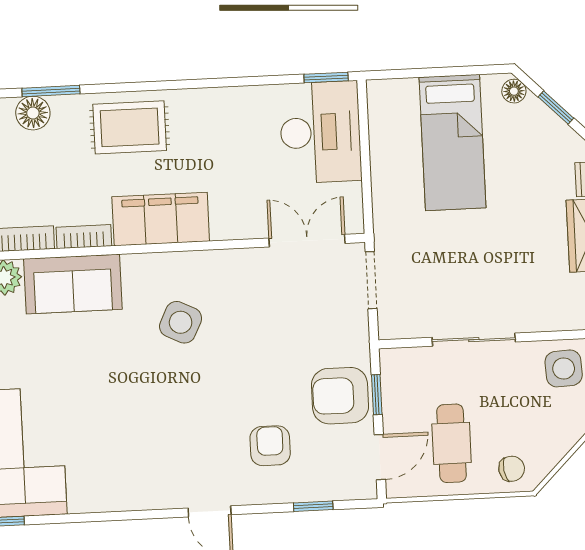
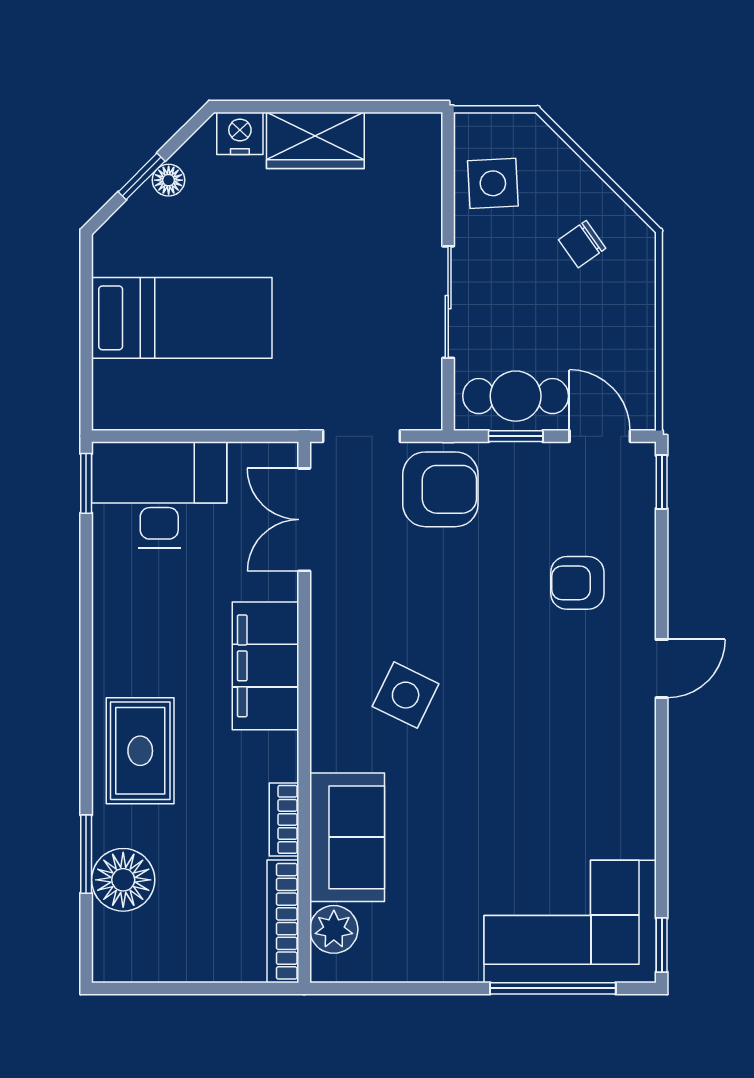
floor lamp: (514, 91) -> (169, 180), moved
floor lamp: (33, 113) -> (123, 880), width x1.38, depth x1.38
filing cabinet: (161, 219) -> (265, 666), moved
armchair: (340, 396) -> (440, 489), moved, turned -90
cafe table: (452, 443) -> (516, 396), moved
chair: (512, 469) -> (582, 244), moved, turned -116
window: (313, 506) -> (662, 482), moved

